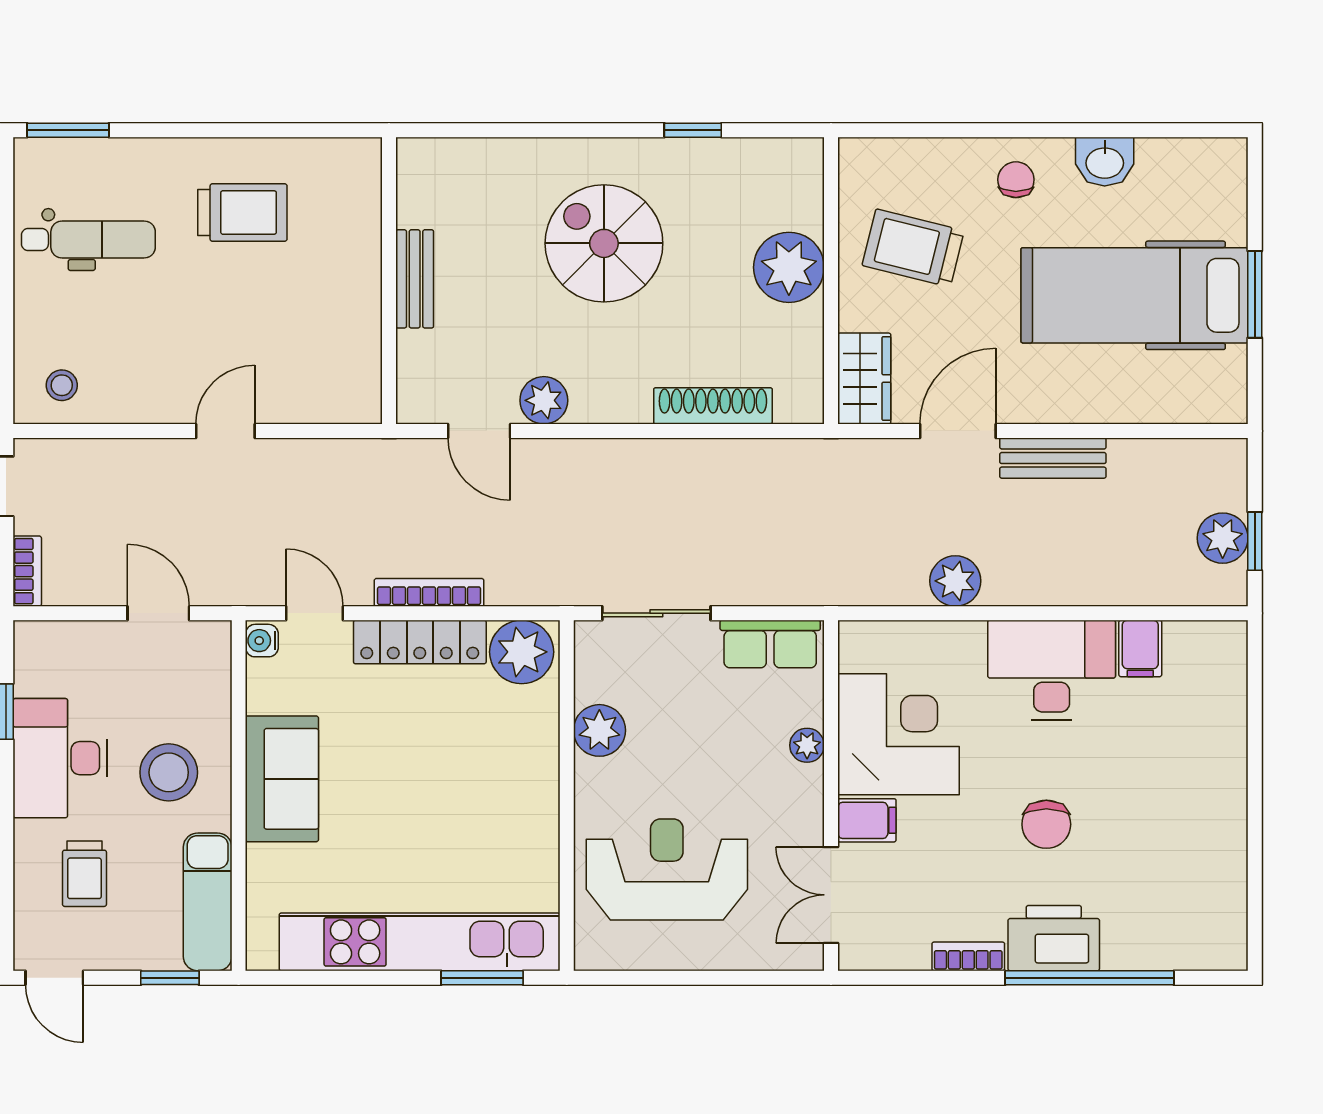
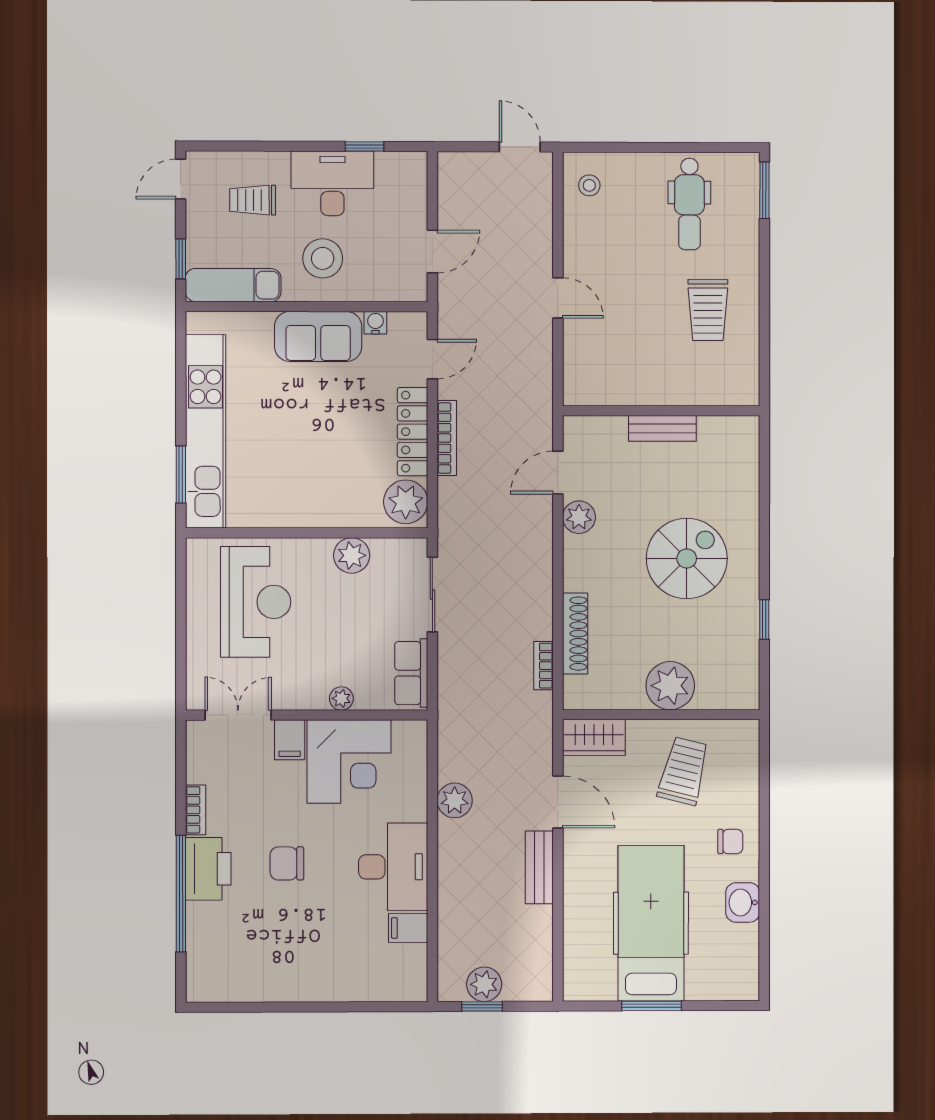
bookcase: (27, 571) -> (543, 666), moved, turned 90
water cooler: (262, 641) -> (375, 323), moved

